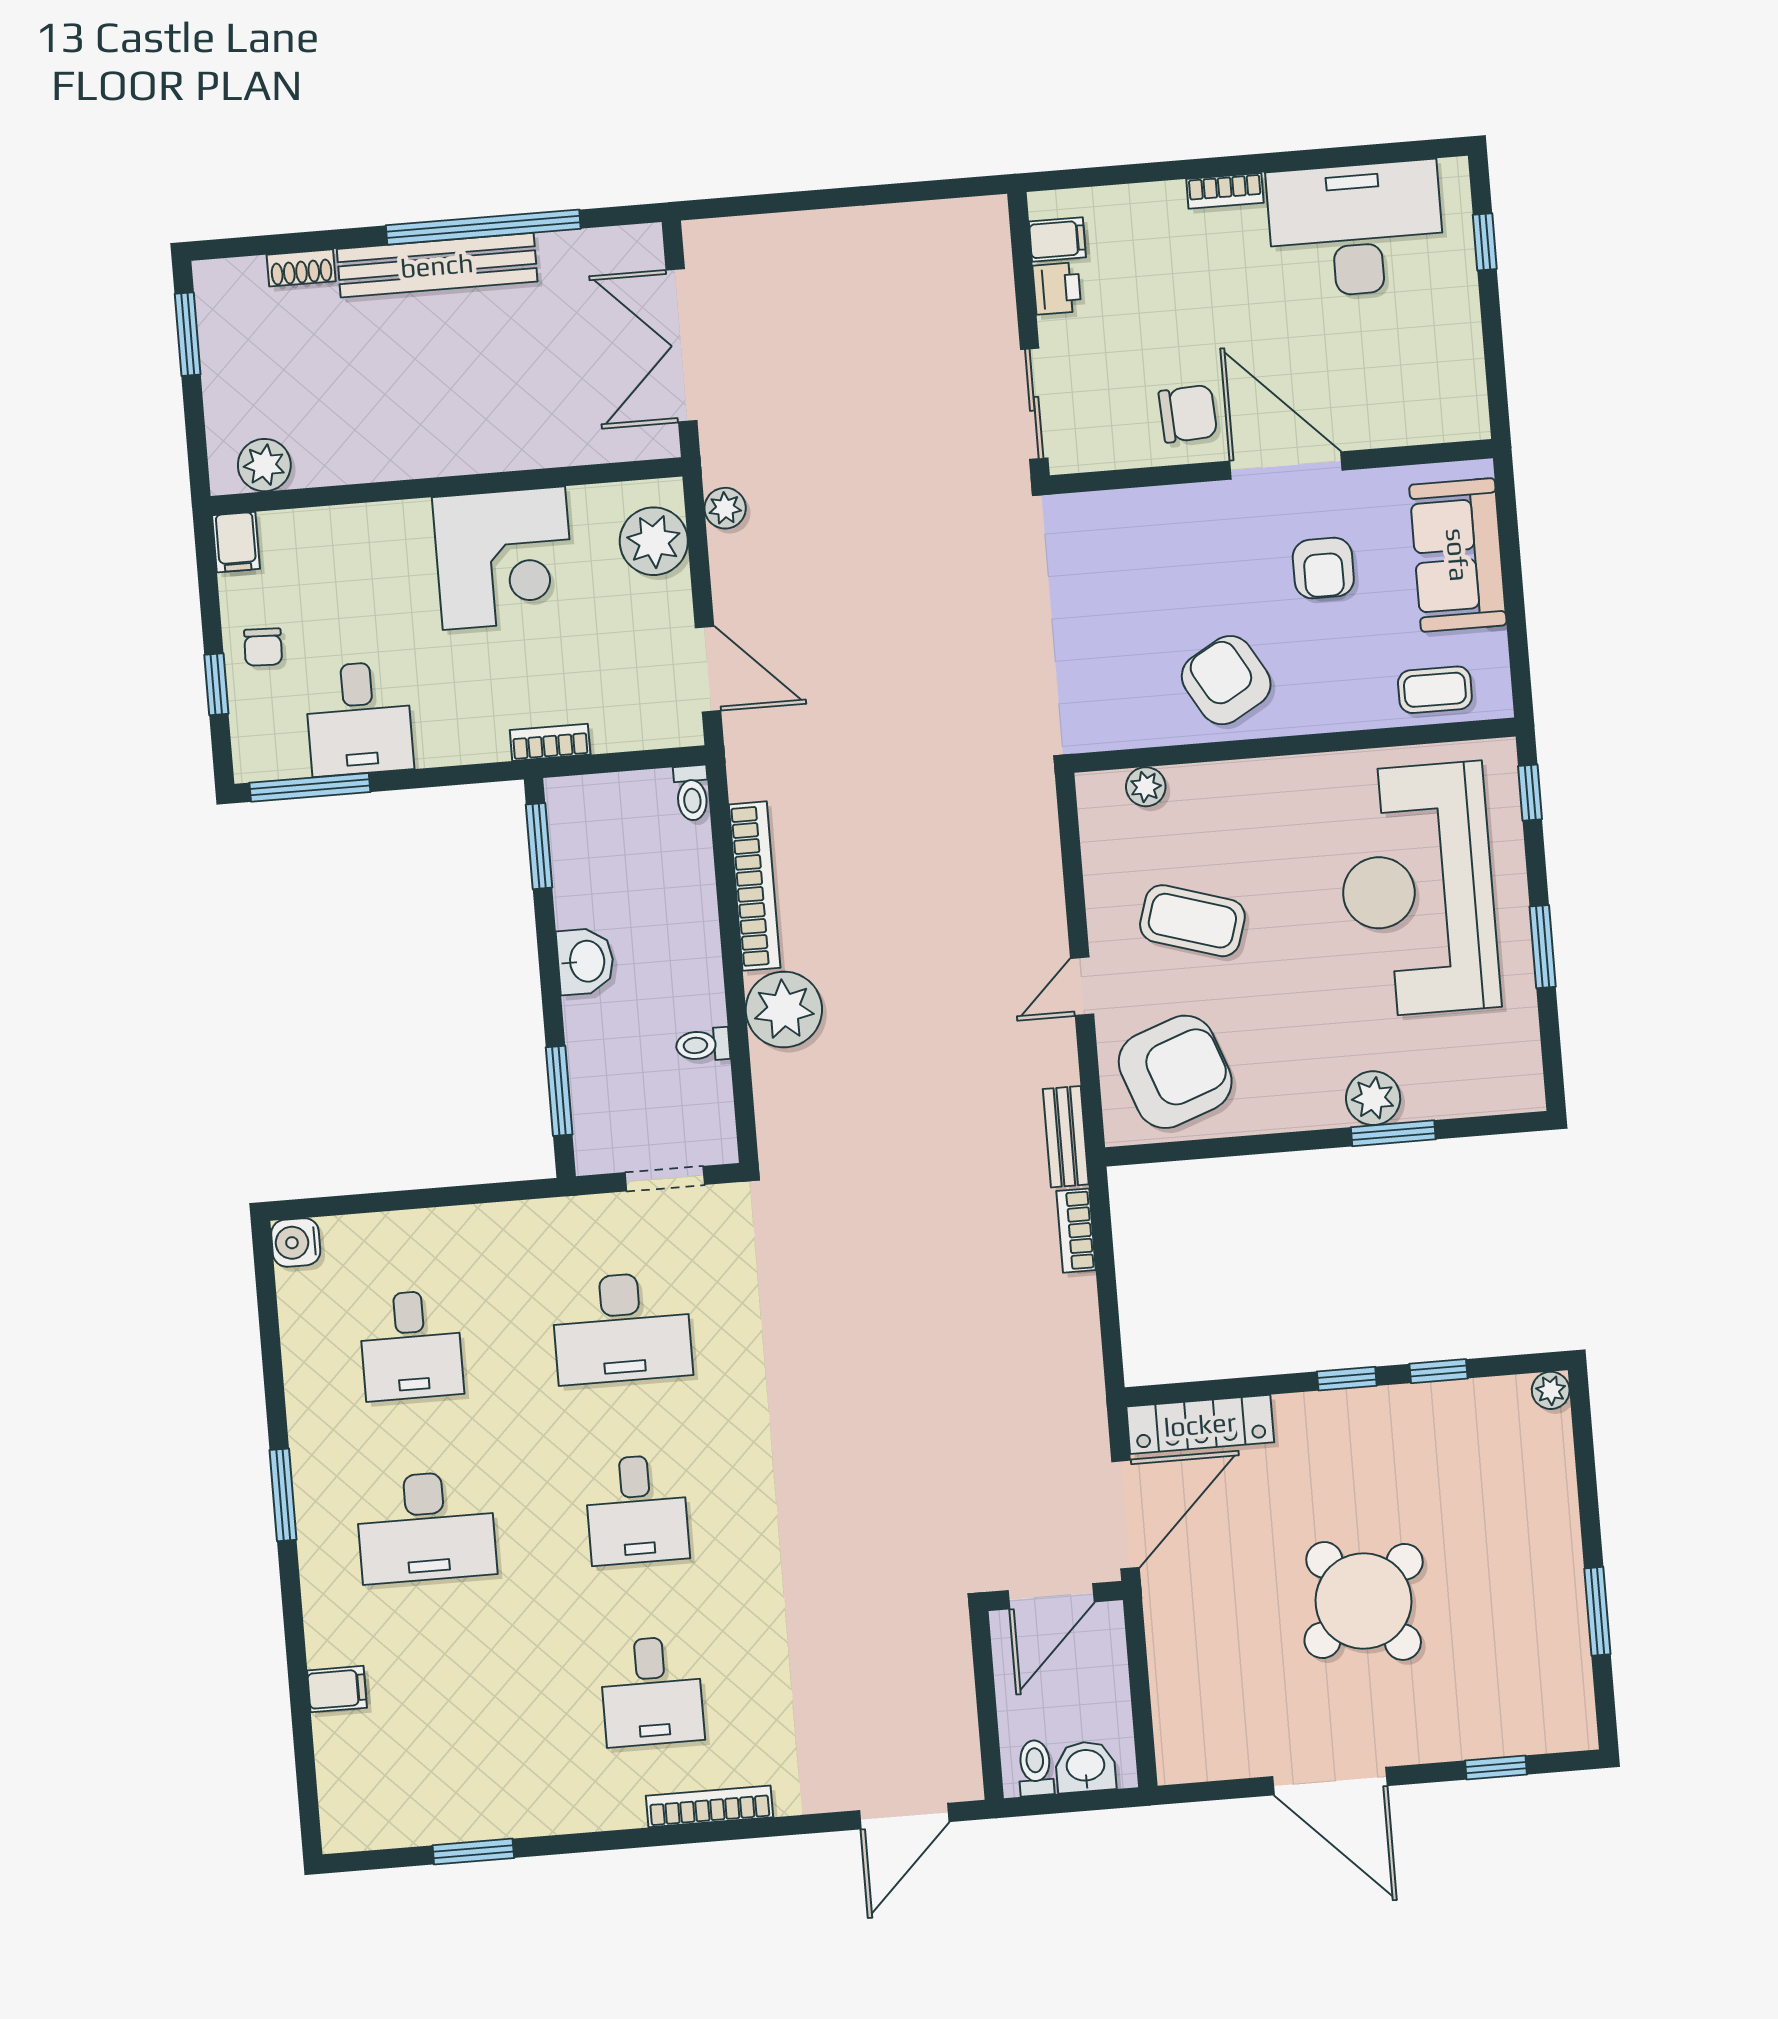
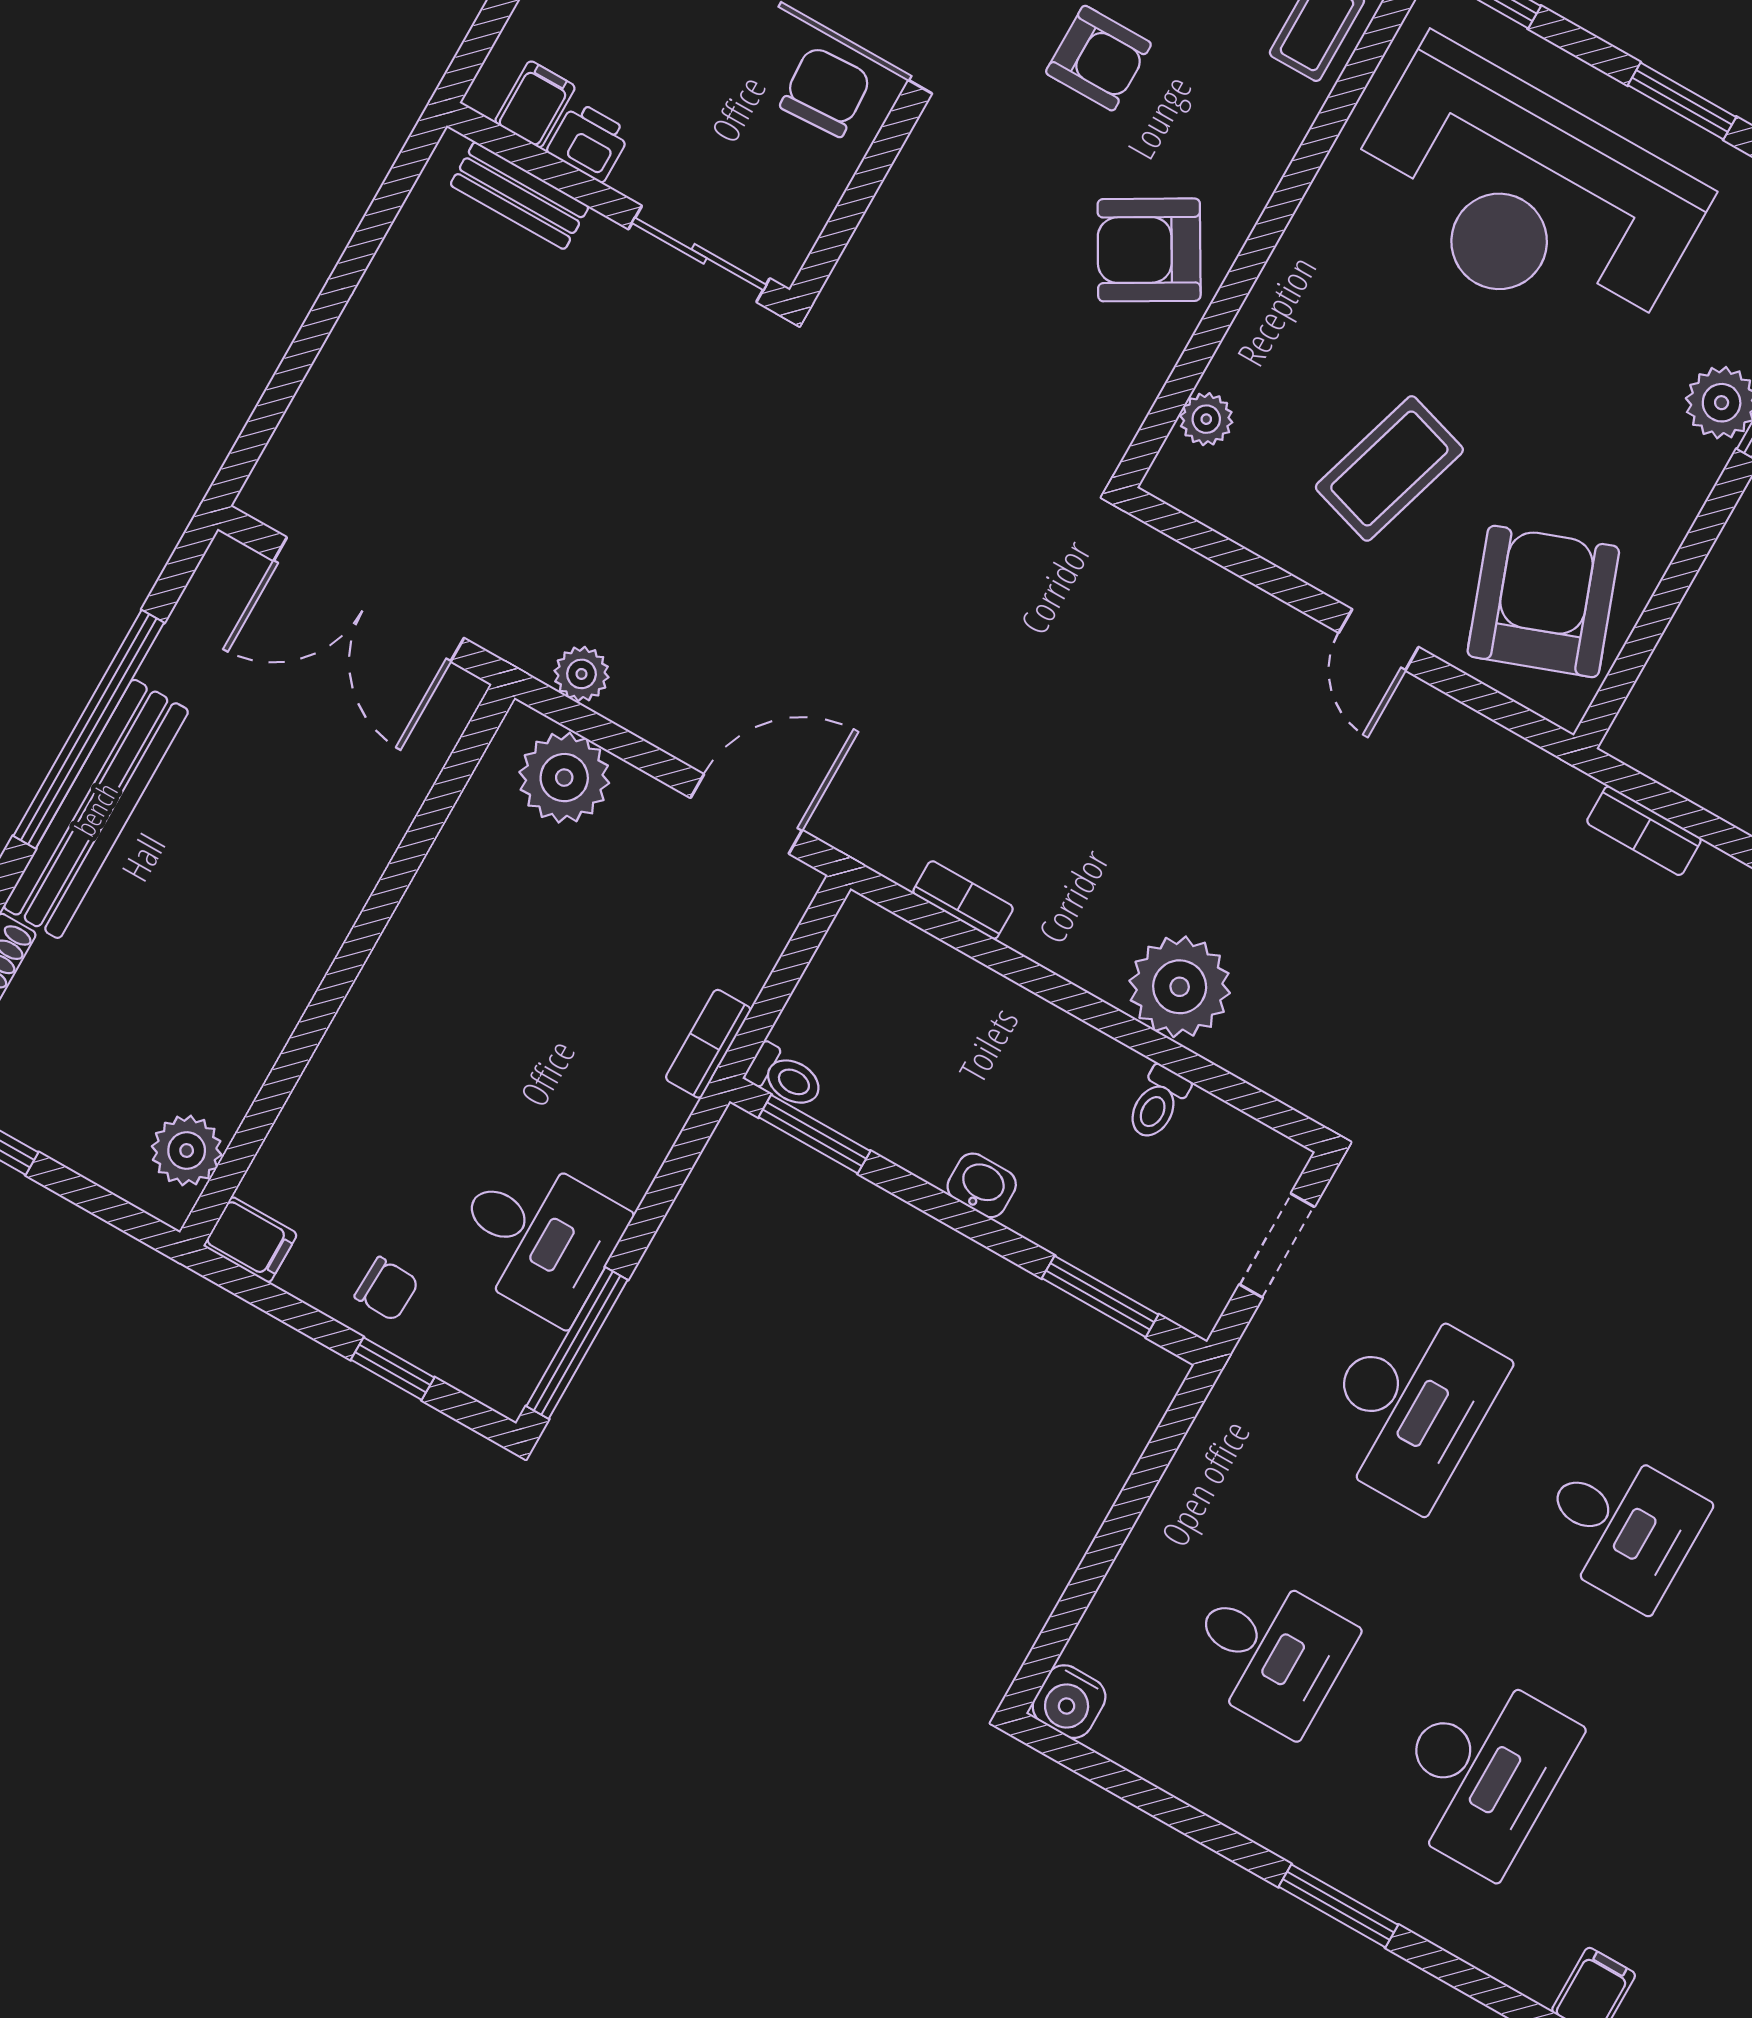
corner desk: (504, 558) -> (470, 956), removed
toilet: (692, 793) -> (785, 1077), moved
bookcase: (755, 886) -> (963, 900), width x0.43, depth x0.76
washbasin: (586, 961) -> (982, 1185), width x0.72, depth x0.69
bench: (1066, 1137) -> (519, 196), moved

